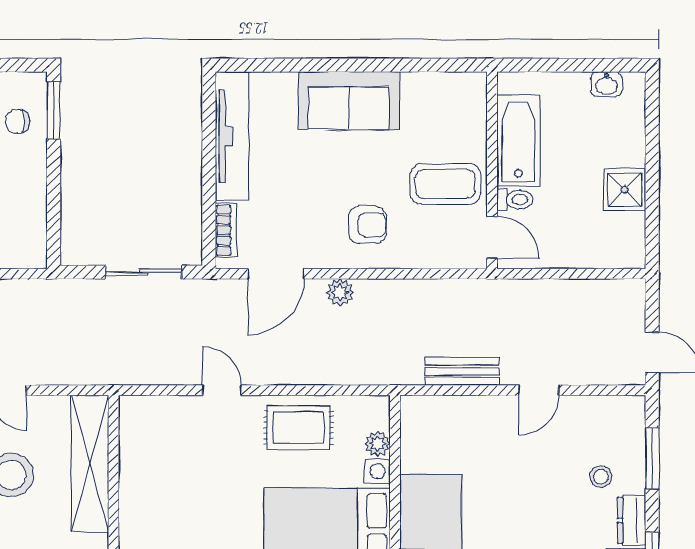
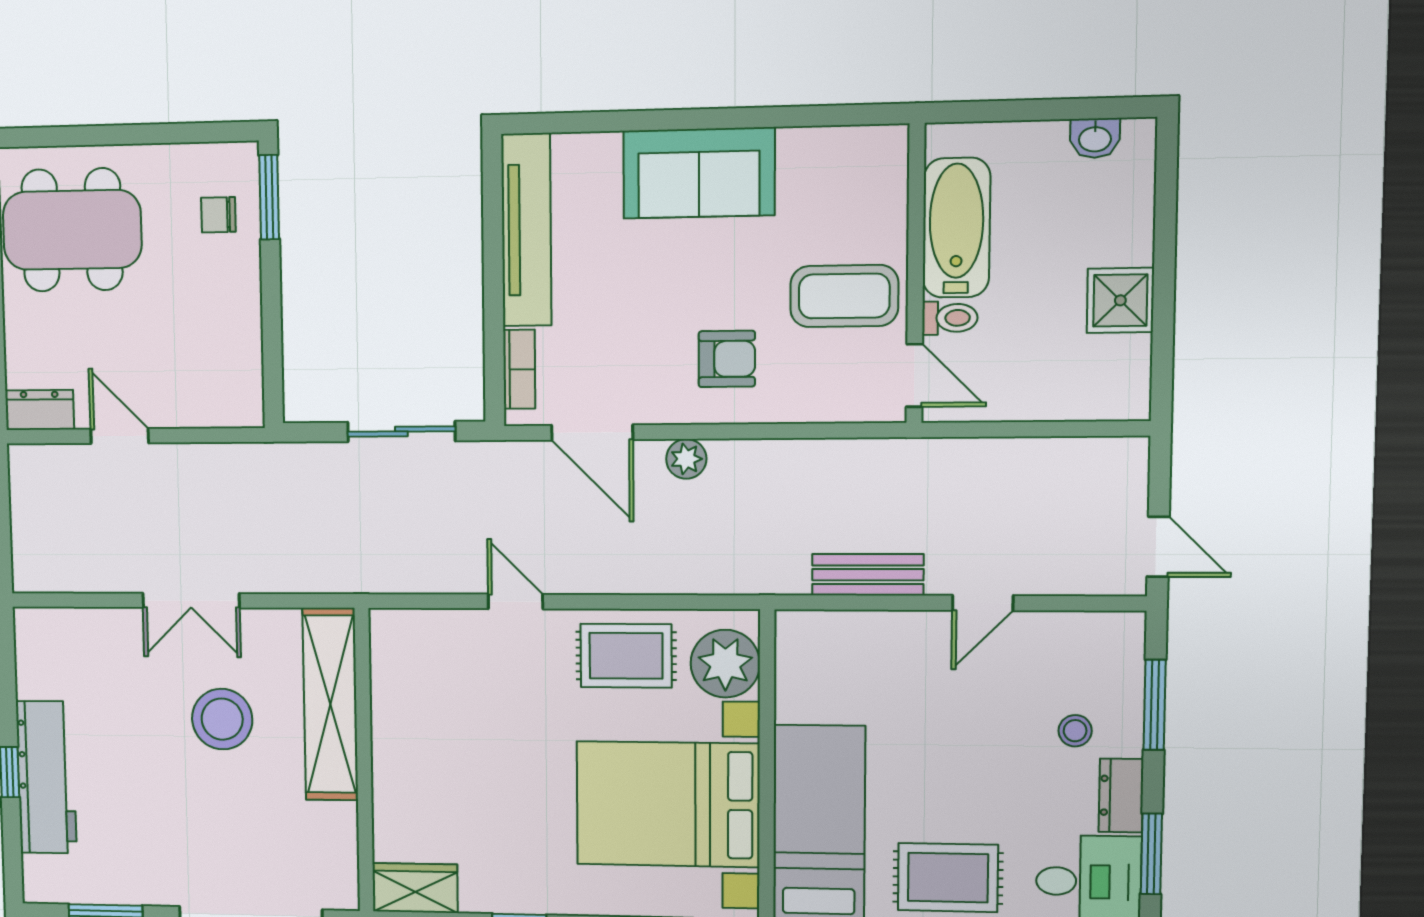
door: (276, 274) -> (592, 432), hinge flipped
plant: (378, 444) -> (725, 664), width x1.87, depth x1.87

